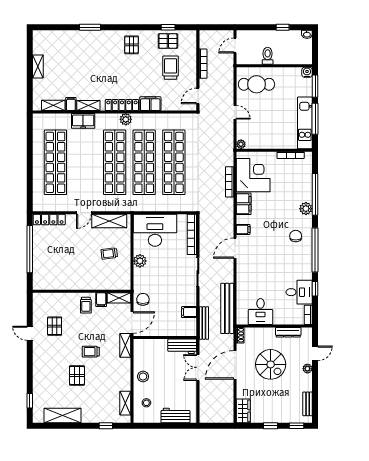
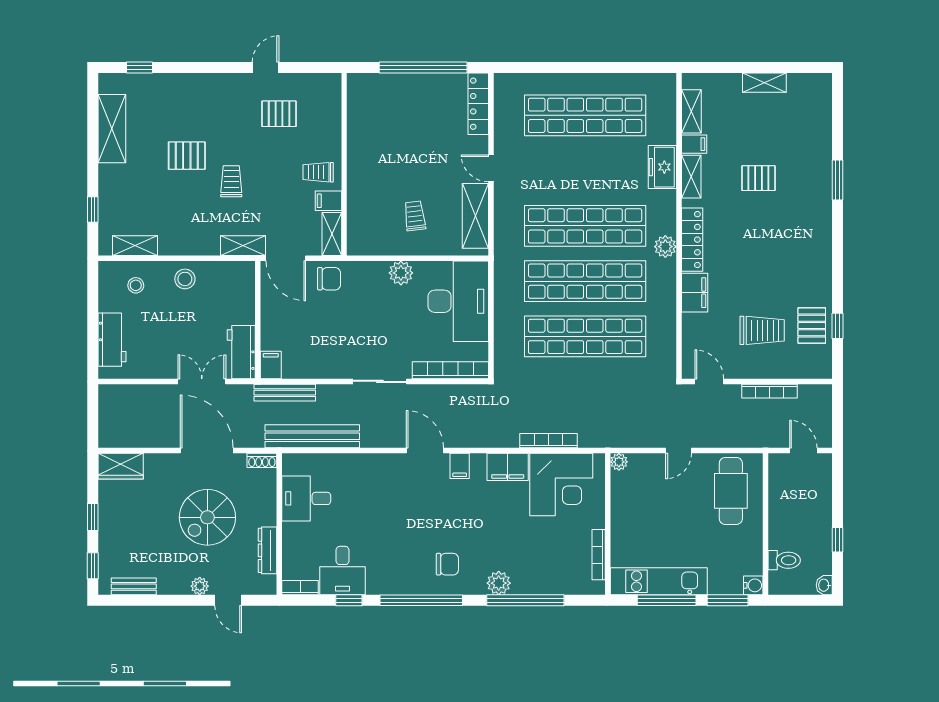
pallet: (132, 45) -> (758, 178), moved
toilet: (268, 56) -> (784, 560), moved
filing cabinet: (189, 312) -> (271, 365), moved

